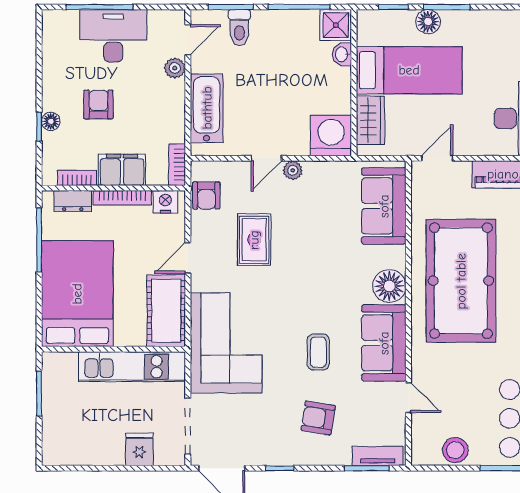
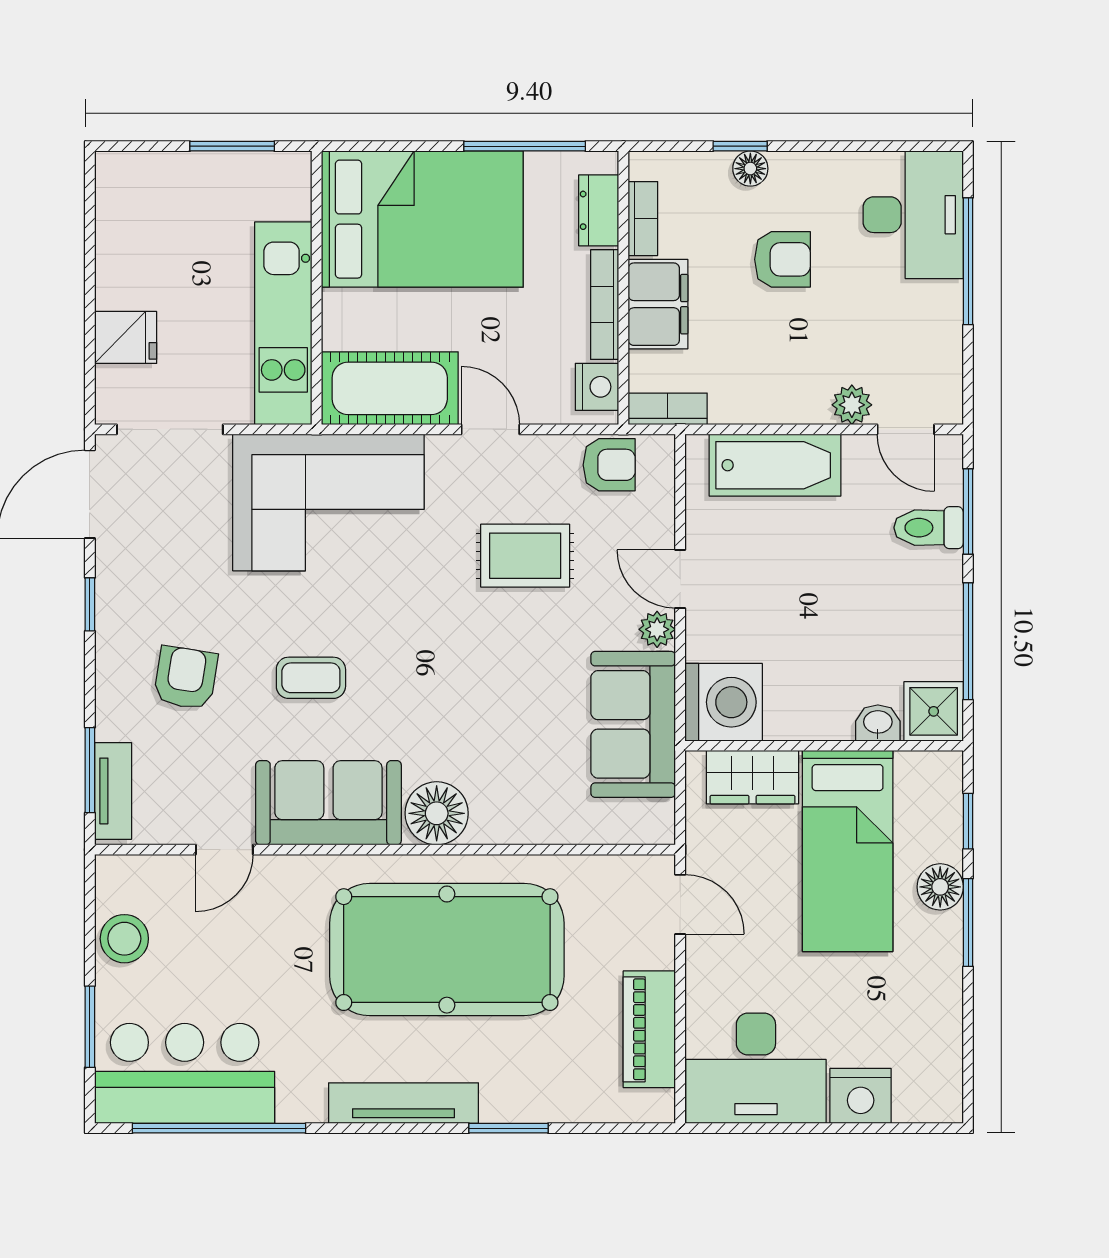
desk: (113, 36) -> (913, 215), moved
armchair: (206, 195) -> (609, 465), turned 180
sofa: (384, 206) -> (633, 724), moved, turned -90

